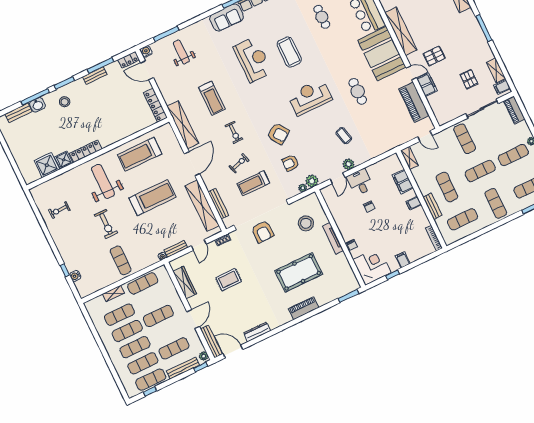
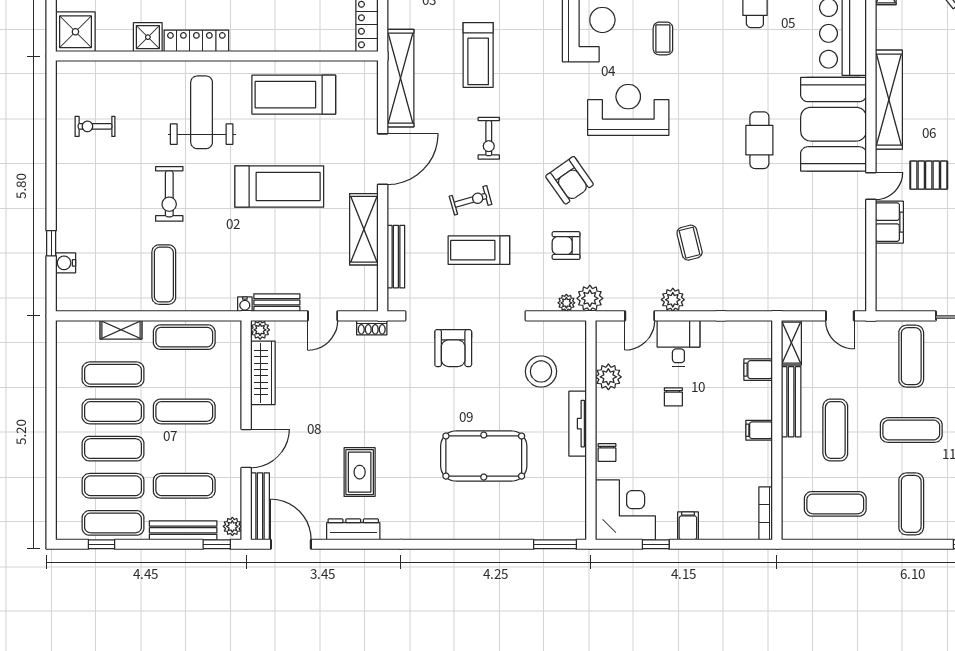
coffee table: (289, 52) -> (663, 38), width x0.54, depth x0.58
door: (411, 73) -> (871, 186), hinge flipped
cafe table: (358, 91) -> (759, 140), moved
reception desk: (310, 97) -> (628, 110), moved
piano: (414, 102) -> (850, 243), removed
shower: (47, 165) -> (75, 32), moved
filing cabinet: (403, 182) -> (758, 370), width x0.50
shelving: (202, 206) -> (364, 229), width x0.68
bench: (432, 206) -> (791, 402), moved, width x1.36
plant: (337, 211) -> (608, 377), added
plant: (174, 264) -> (260, 330), added
rug: (228, 280) -> (360, 472), moved, turned 90
piano: (304, 308) -> (461, 527), removed

